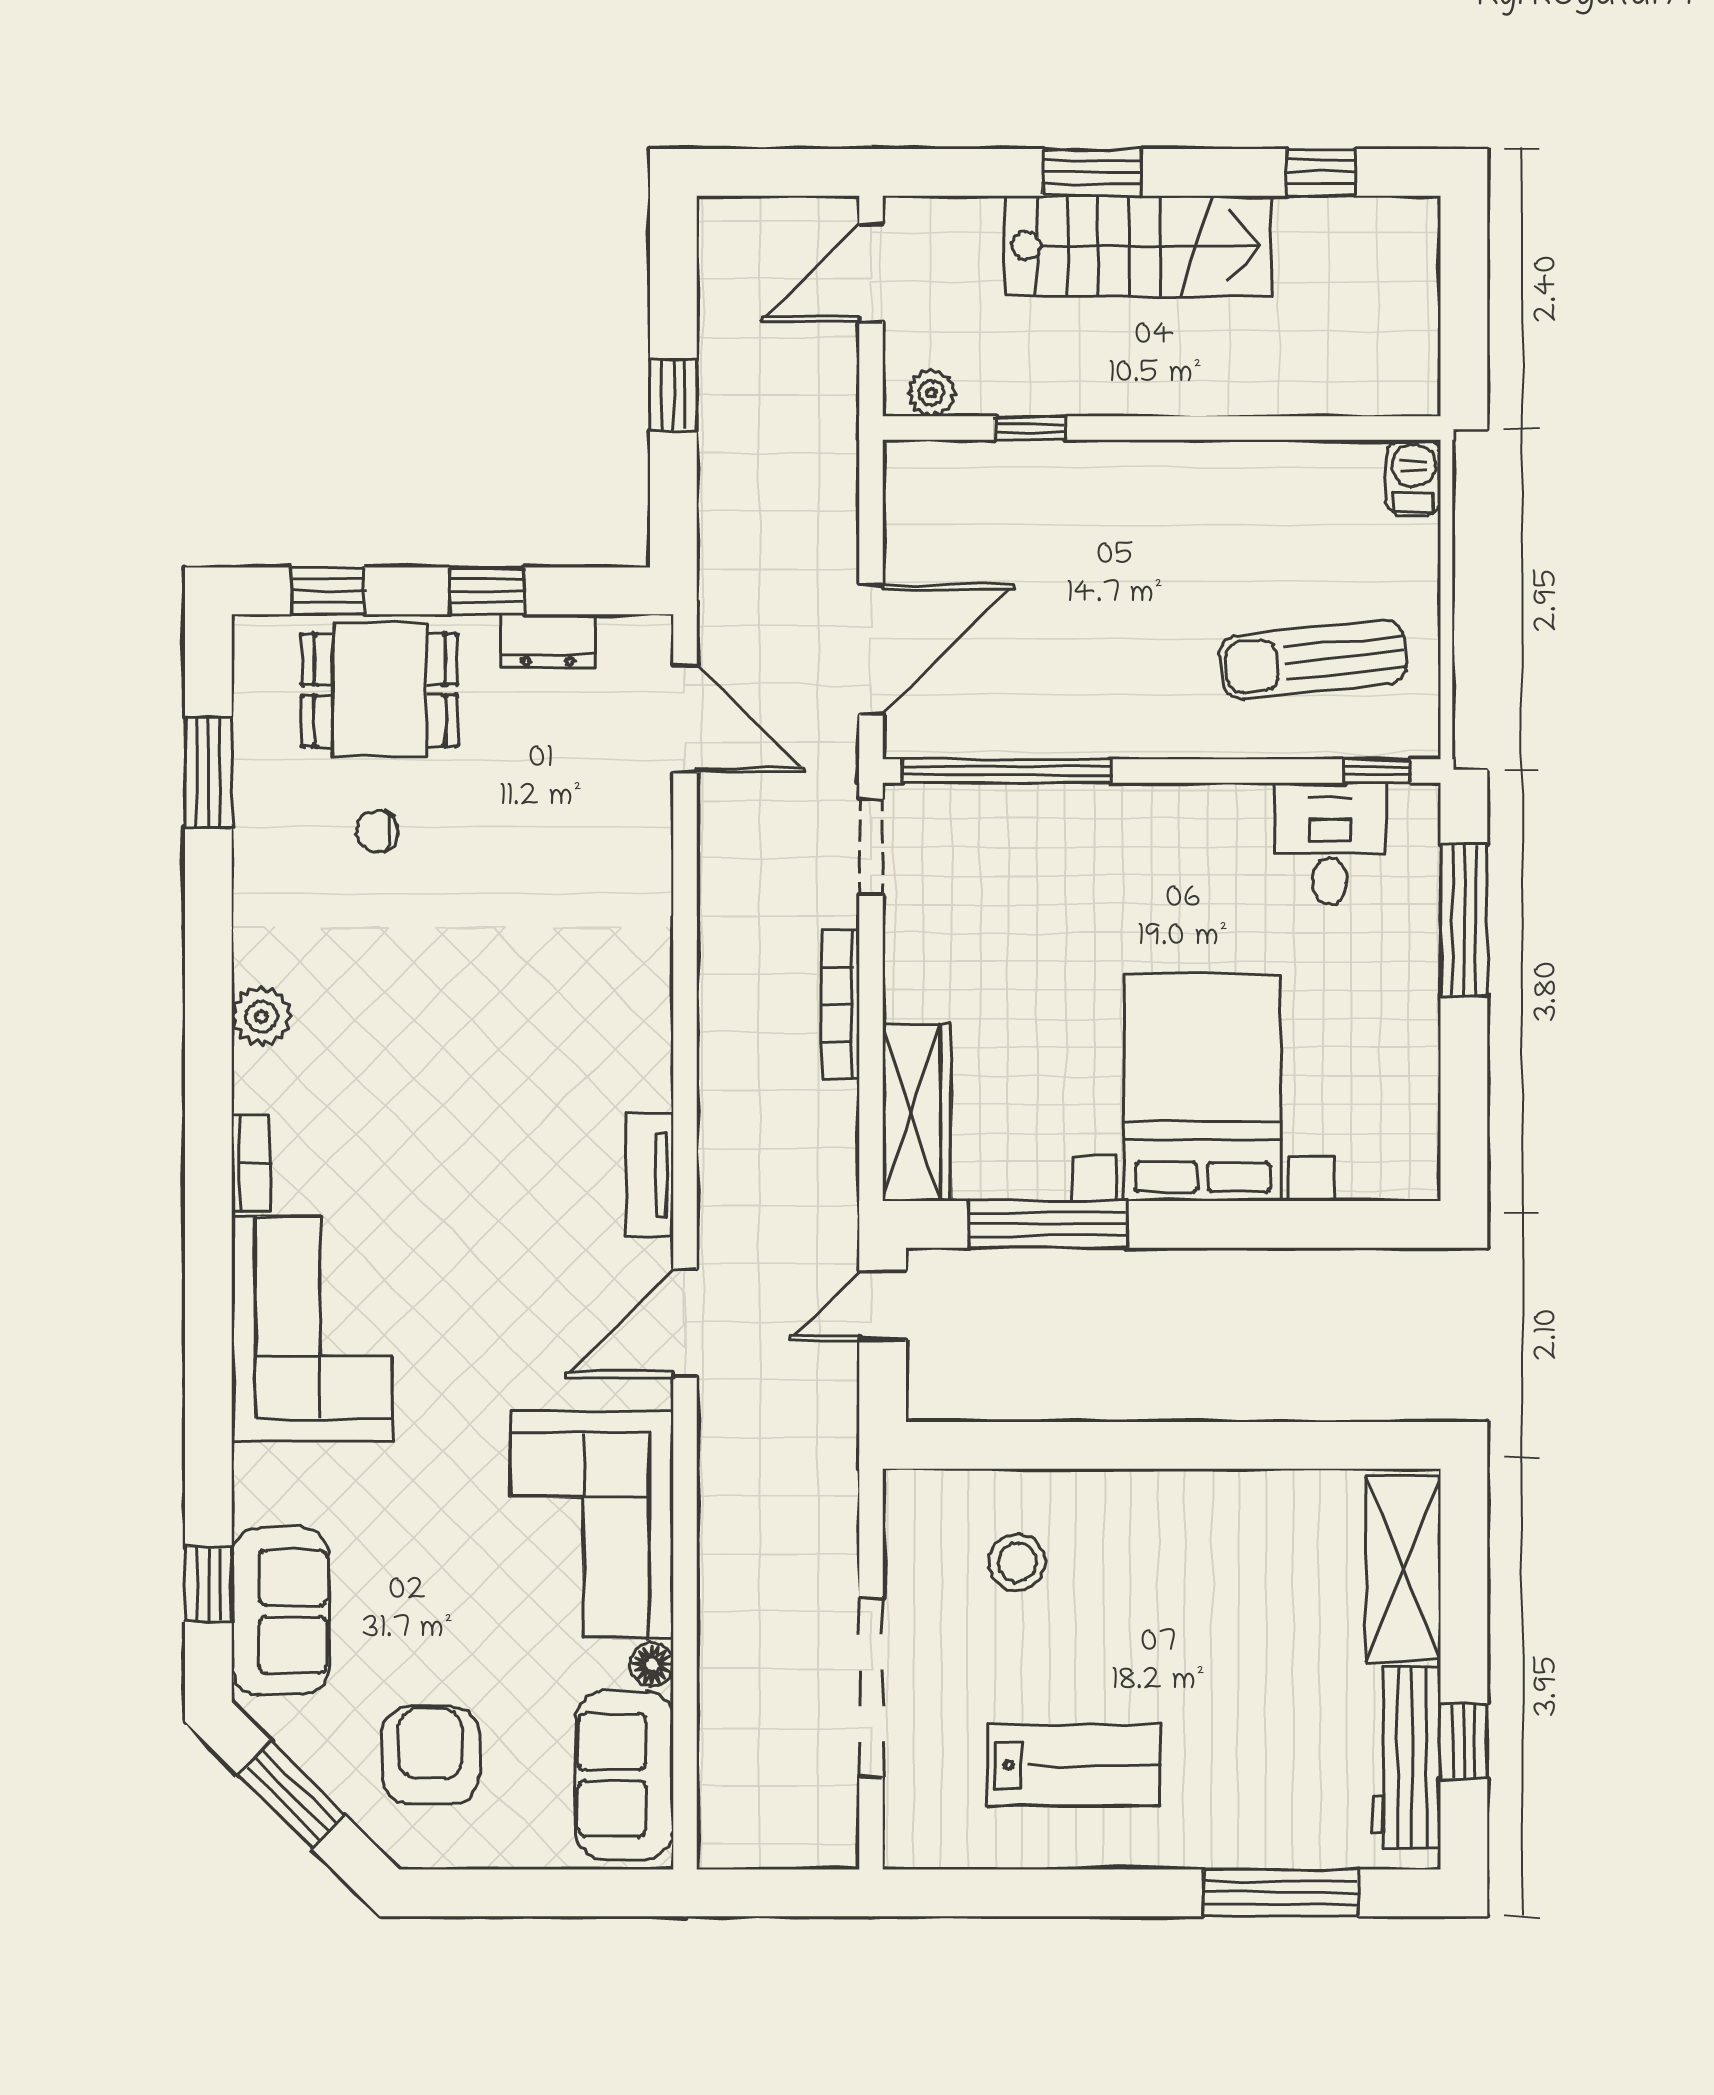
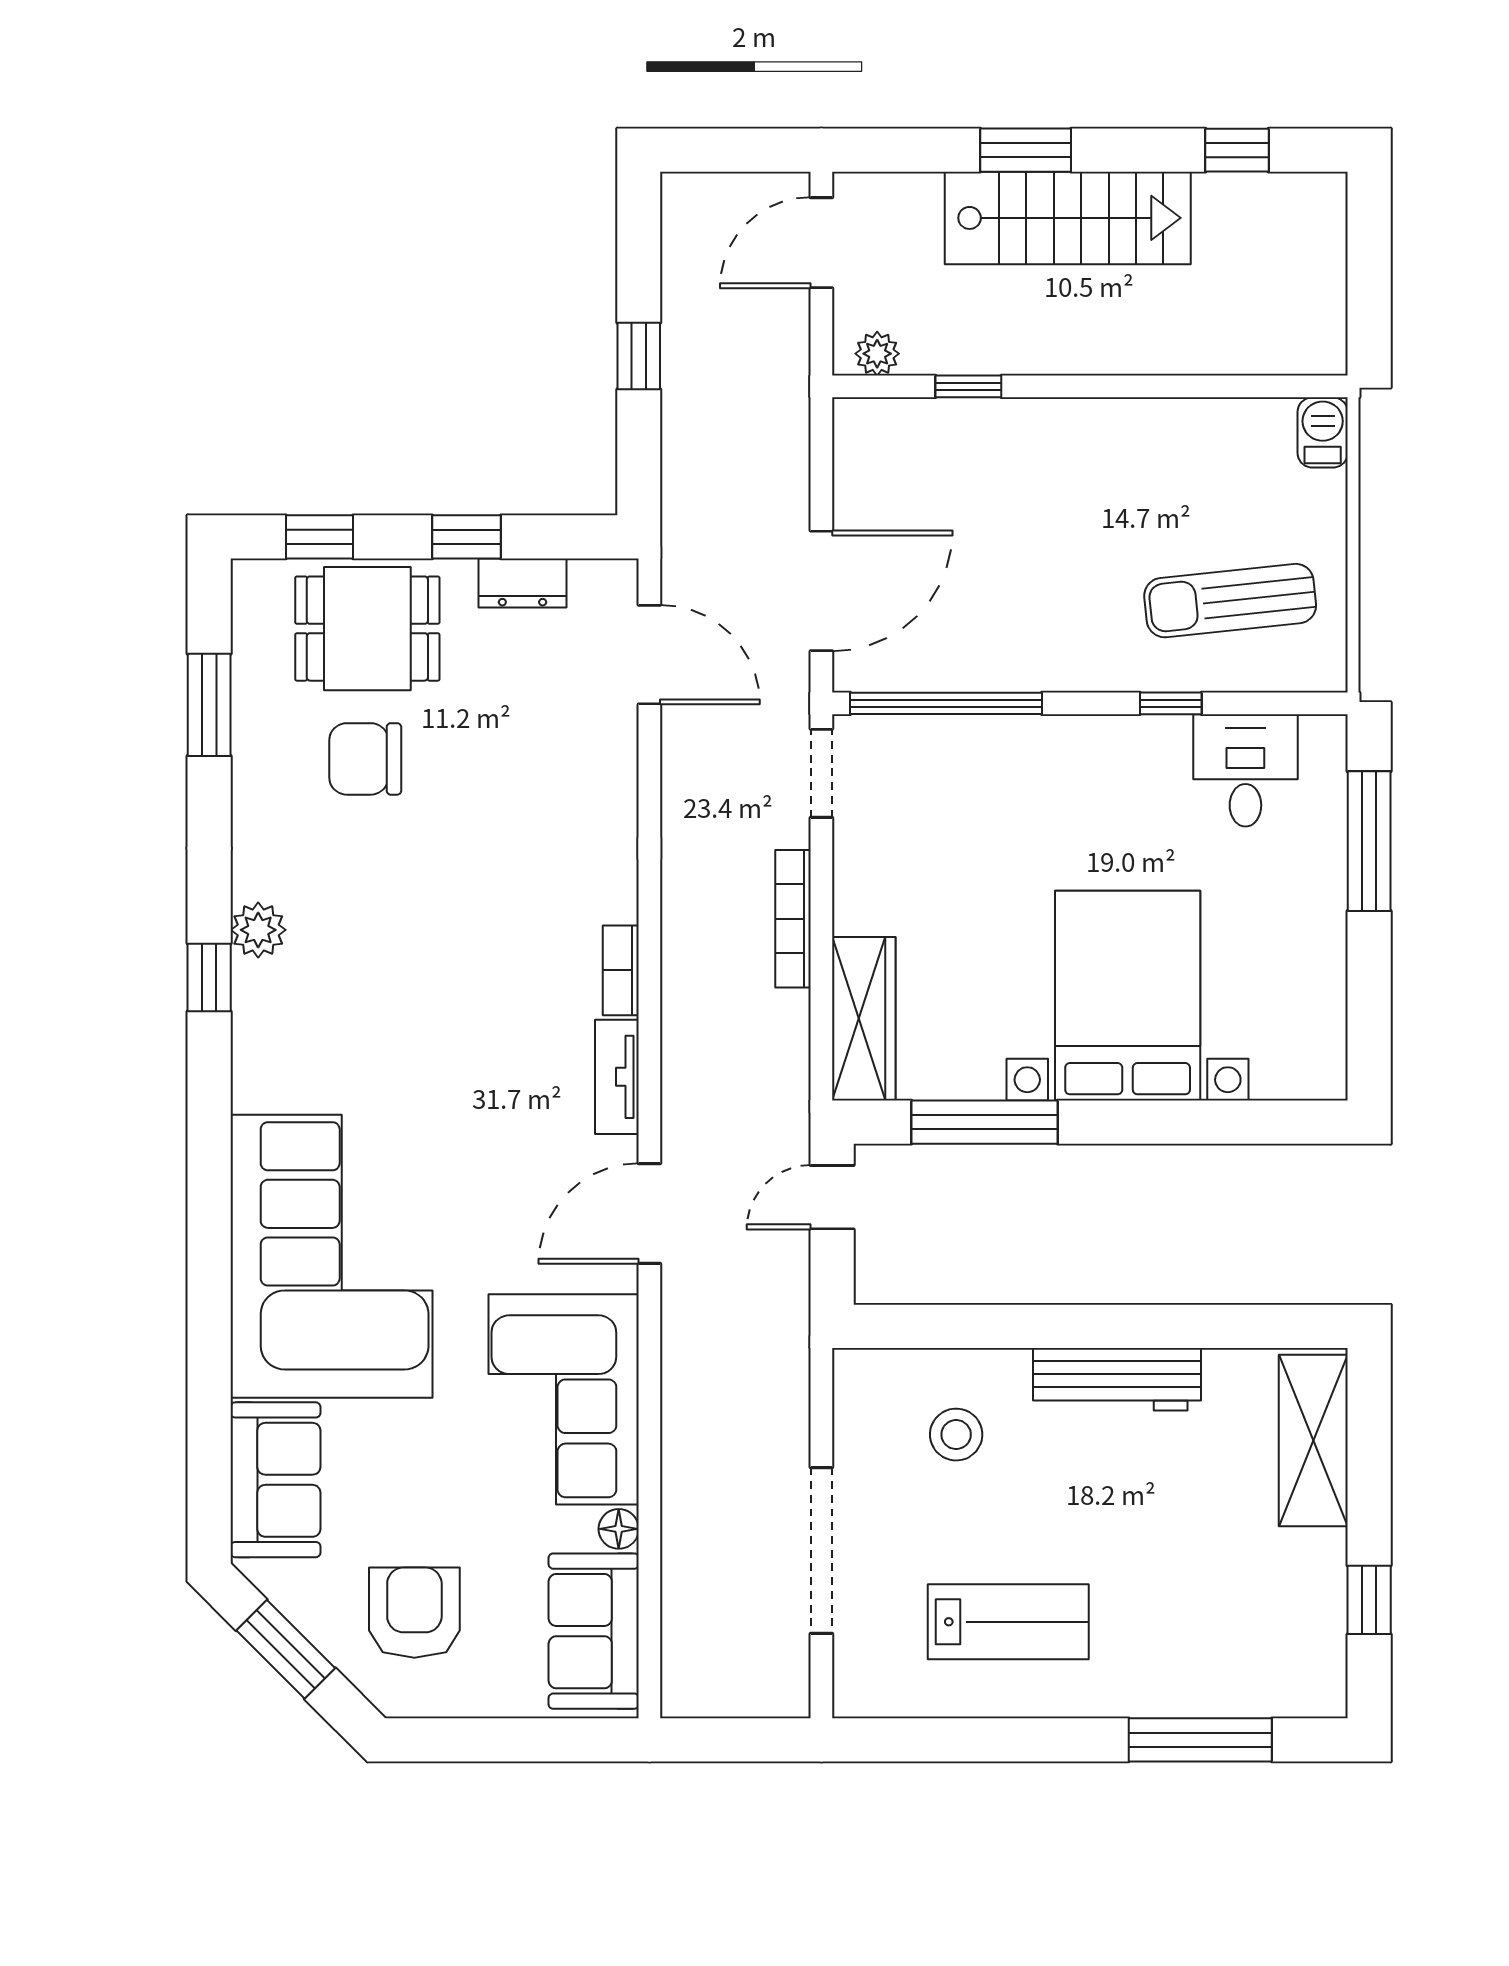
window: (1377, 771) -> (1171, 703), moved
chair: (377, 831) -> (365, 759), width x1.87, depth x1.87
bookcase: (251, 1163) -> (621, 970), moved, turned 180
corner sofa: (312, 1329) -> (331, 1256), width x1.36, depth x1.36
window: (208, 1584) -> (209, 978), moved
workbench: (1407, 1757) -> (1117, 1379), moved, turned -90

